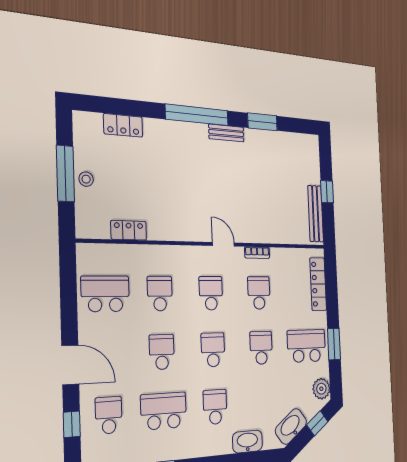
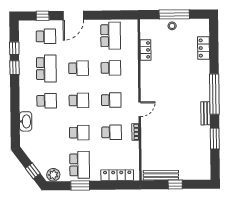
washbasin: (291, 426) -> (32, 152), removed

